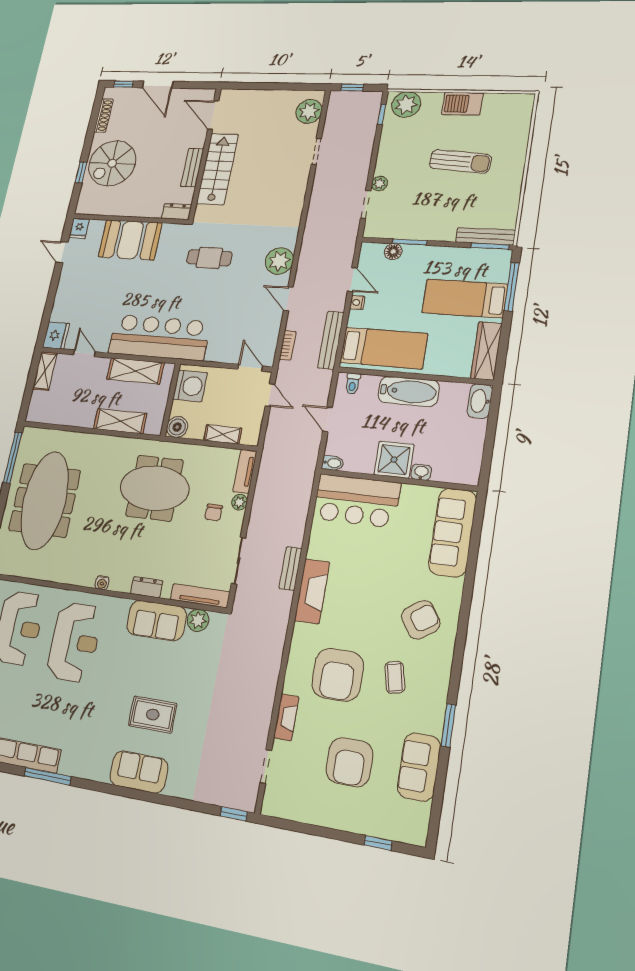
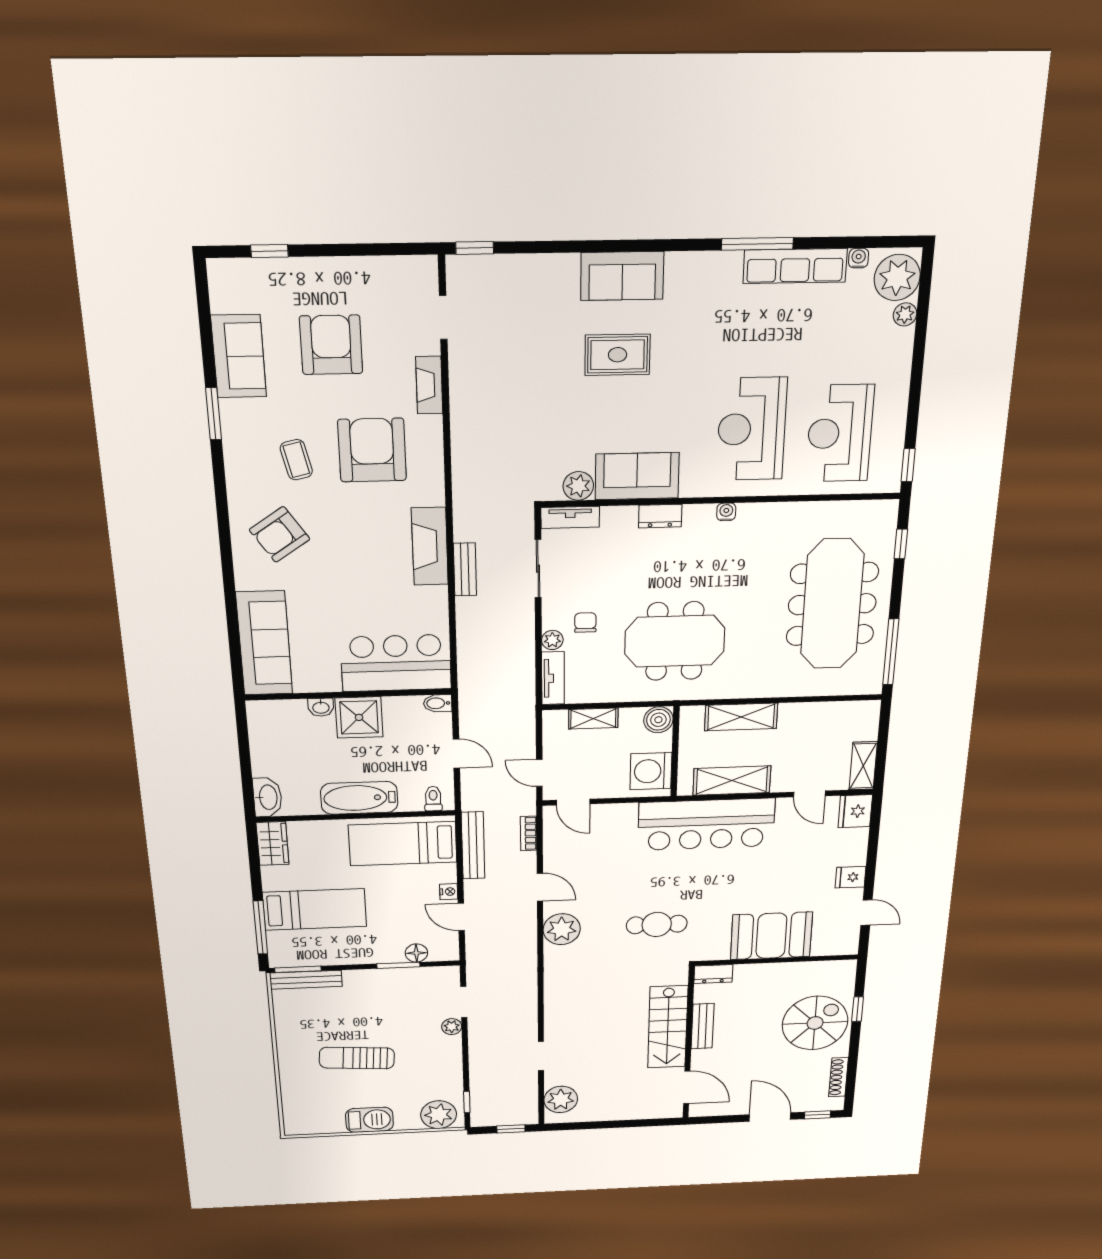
fridge: (79, 228) -> (851, 877), moved, turned -90
wardrobe: (486, 351) -> (273, 843), width x0.67
tv unit: (200, 596) -> (570, 517), width x0.71

